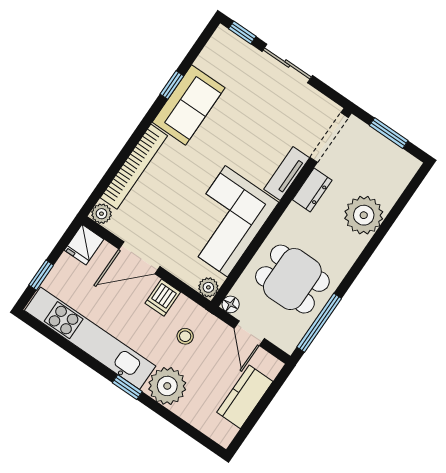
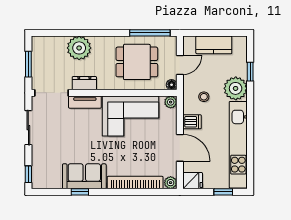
sliding door: (287, 63) -> (28, 128), moved
dining table: (292, 279) -> (137, 62), turned 90
window: (127, 387) -> (250, 72), moved

